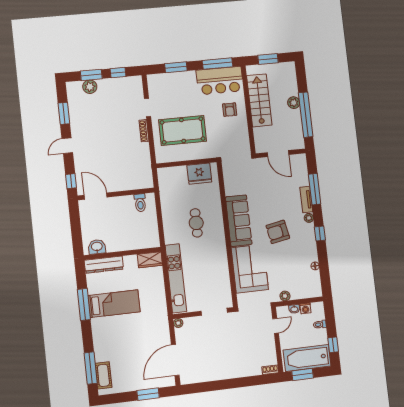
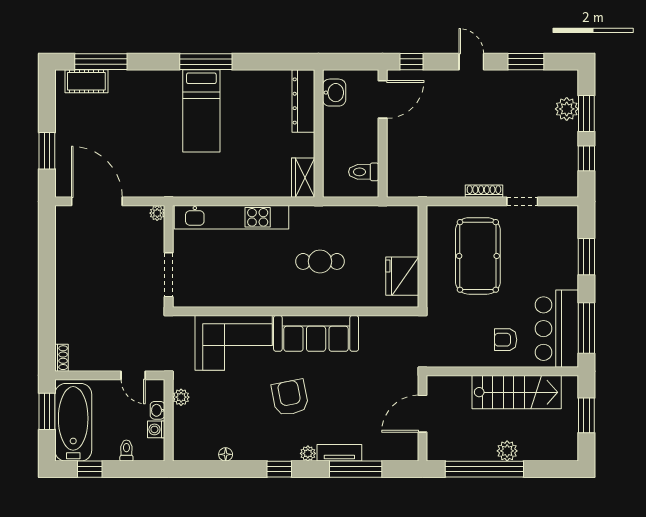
washbasin: (97, 247) -> (334, 93), moved
wall: (122, 253) -> (319, 134), moved
wardrobe: (150, 260) -> (303, 178), moved
dresser: (104, 265) -> (303, 101), moved

